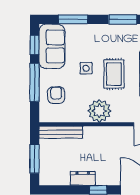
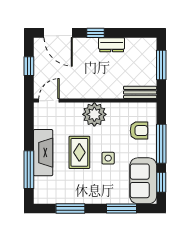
armchair: (56, 95) -> (139, 131), turned -90
bench: (61, 132) -> (140, 92), width x0.73

